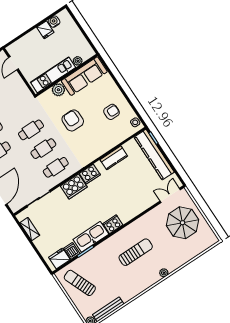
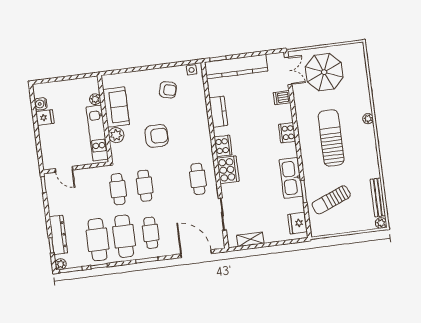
sofa: (84, 76) -> (116, 107), width x0.73
armchair: (112, 112) -> (168, 90), turned 105
armchair: (73, 120) -> (157, 136), turned 180
cafe table: (43, 149) -> (118, 189), moved
double door: (170, 195) -> (288, 71), swing flipped
cooker: (113, 224) -> (287, 133), moved
dishwasher: (72, 251) -> (282, 98), moved
sun lounger: (136, 252) -> (331, 138), width x1.36, depth x1.34
sun lounger: (80, 283) -> (331, 200), moved

